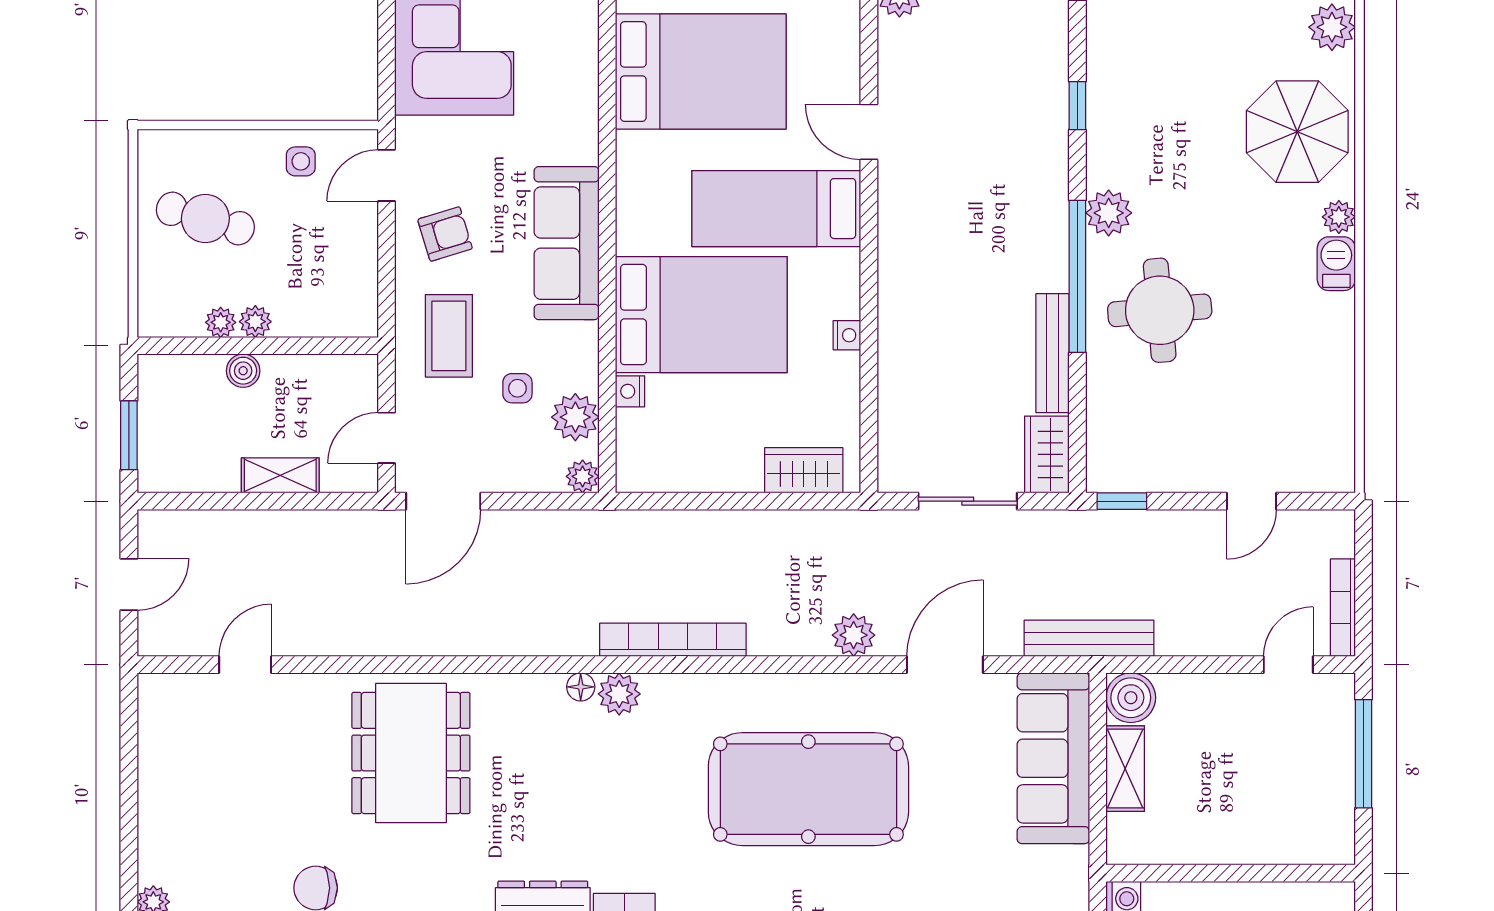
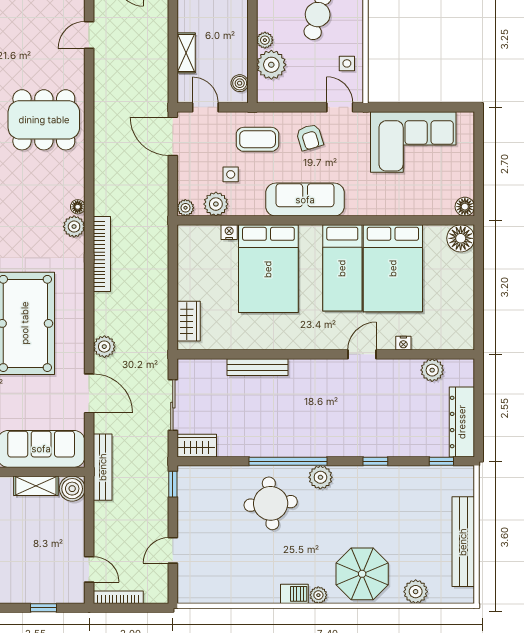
bed: (776, 209) -> (342, 268), moved, turned 180
plant: (221, 322) -> (271, 65), moved, width x1.88, depth x1.88
nightstand: (847, 335) -> (403, 343), moved
bench: (1053, 353) -> (257, 367), moved
boiler: (243, 371) -> (240, 83), moved
door: (1251, 501) -> (173, 550), hinge flipped
door: (245, 665) -> (89, 35), swing flipped
window: (1364, 754) -> (43, 608), width x0.46

